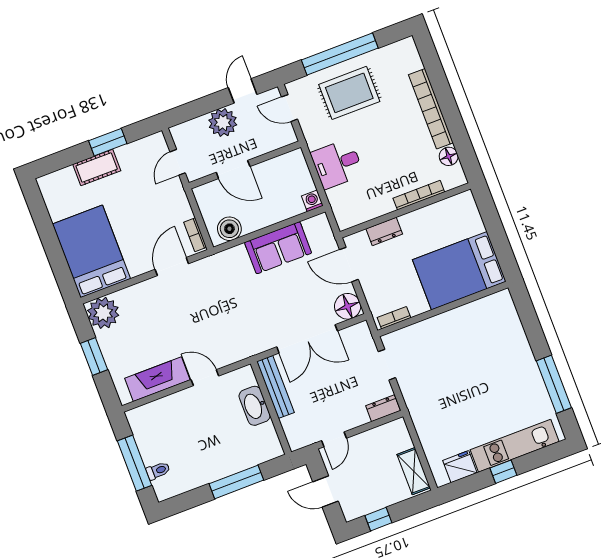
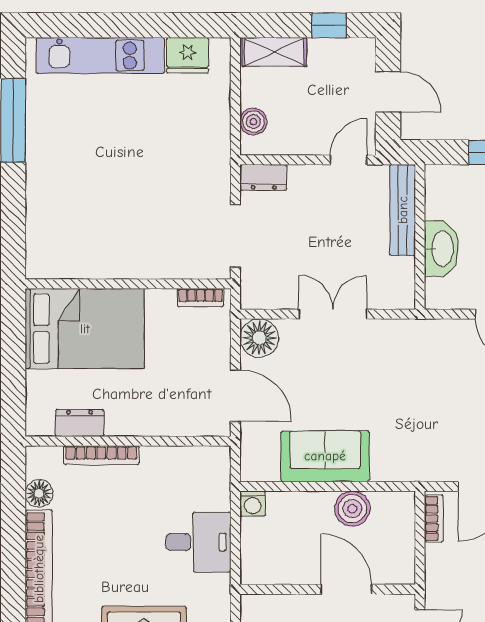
boiler: (229, 229) -> (352, 509), moved
dresser: (384, 231) -> (80, 423), moved
double door: (307, 339) -> (333, 314), width x0.73
doorway: (387, 365) -> (235, 236), width x1.38
bench: (275, 387) -> (403, 210), moved
boiler: (403, 441) -> (253, 122), added
shelving: (414, 471) -> (274, 52), moved, turned 90
window: (503, 472) -> (130, 25), removed

